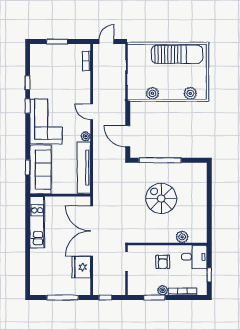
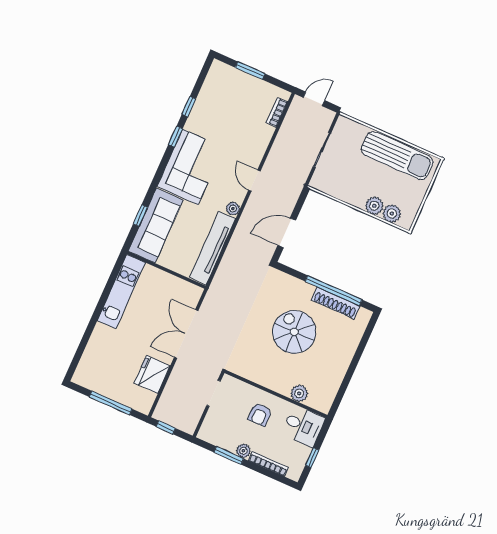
plant: (152, 93) -> (374, 206), moved
door: (128, 136) -> (287, 233), hinge flipped
window: (160, 160) -> (334, 291), moved
shoe rack: (180, 168) -> (336, 303), added
double door: (92, 231) -> (186, 334), width x0.73

